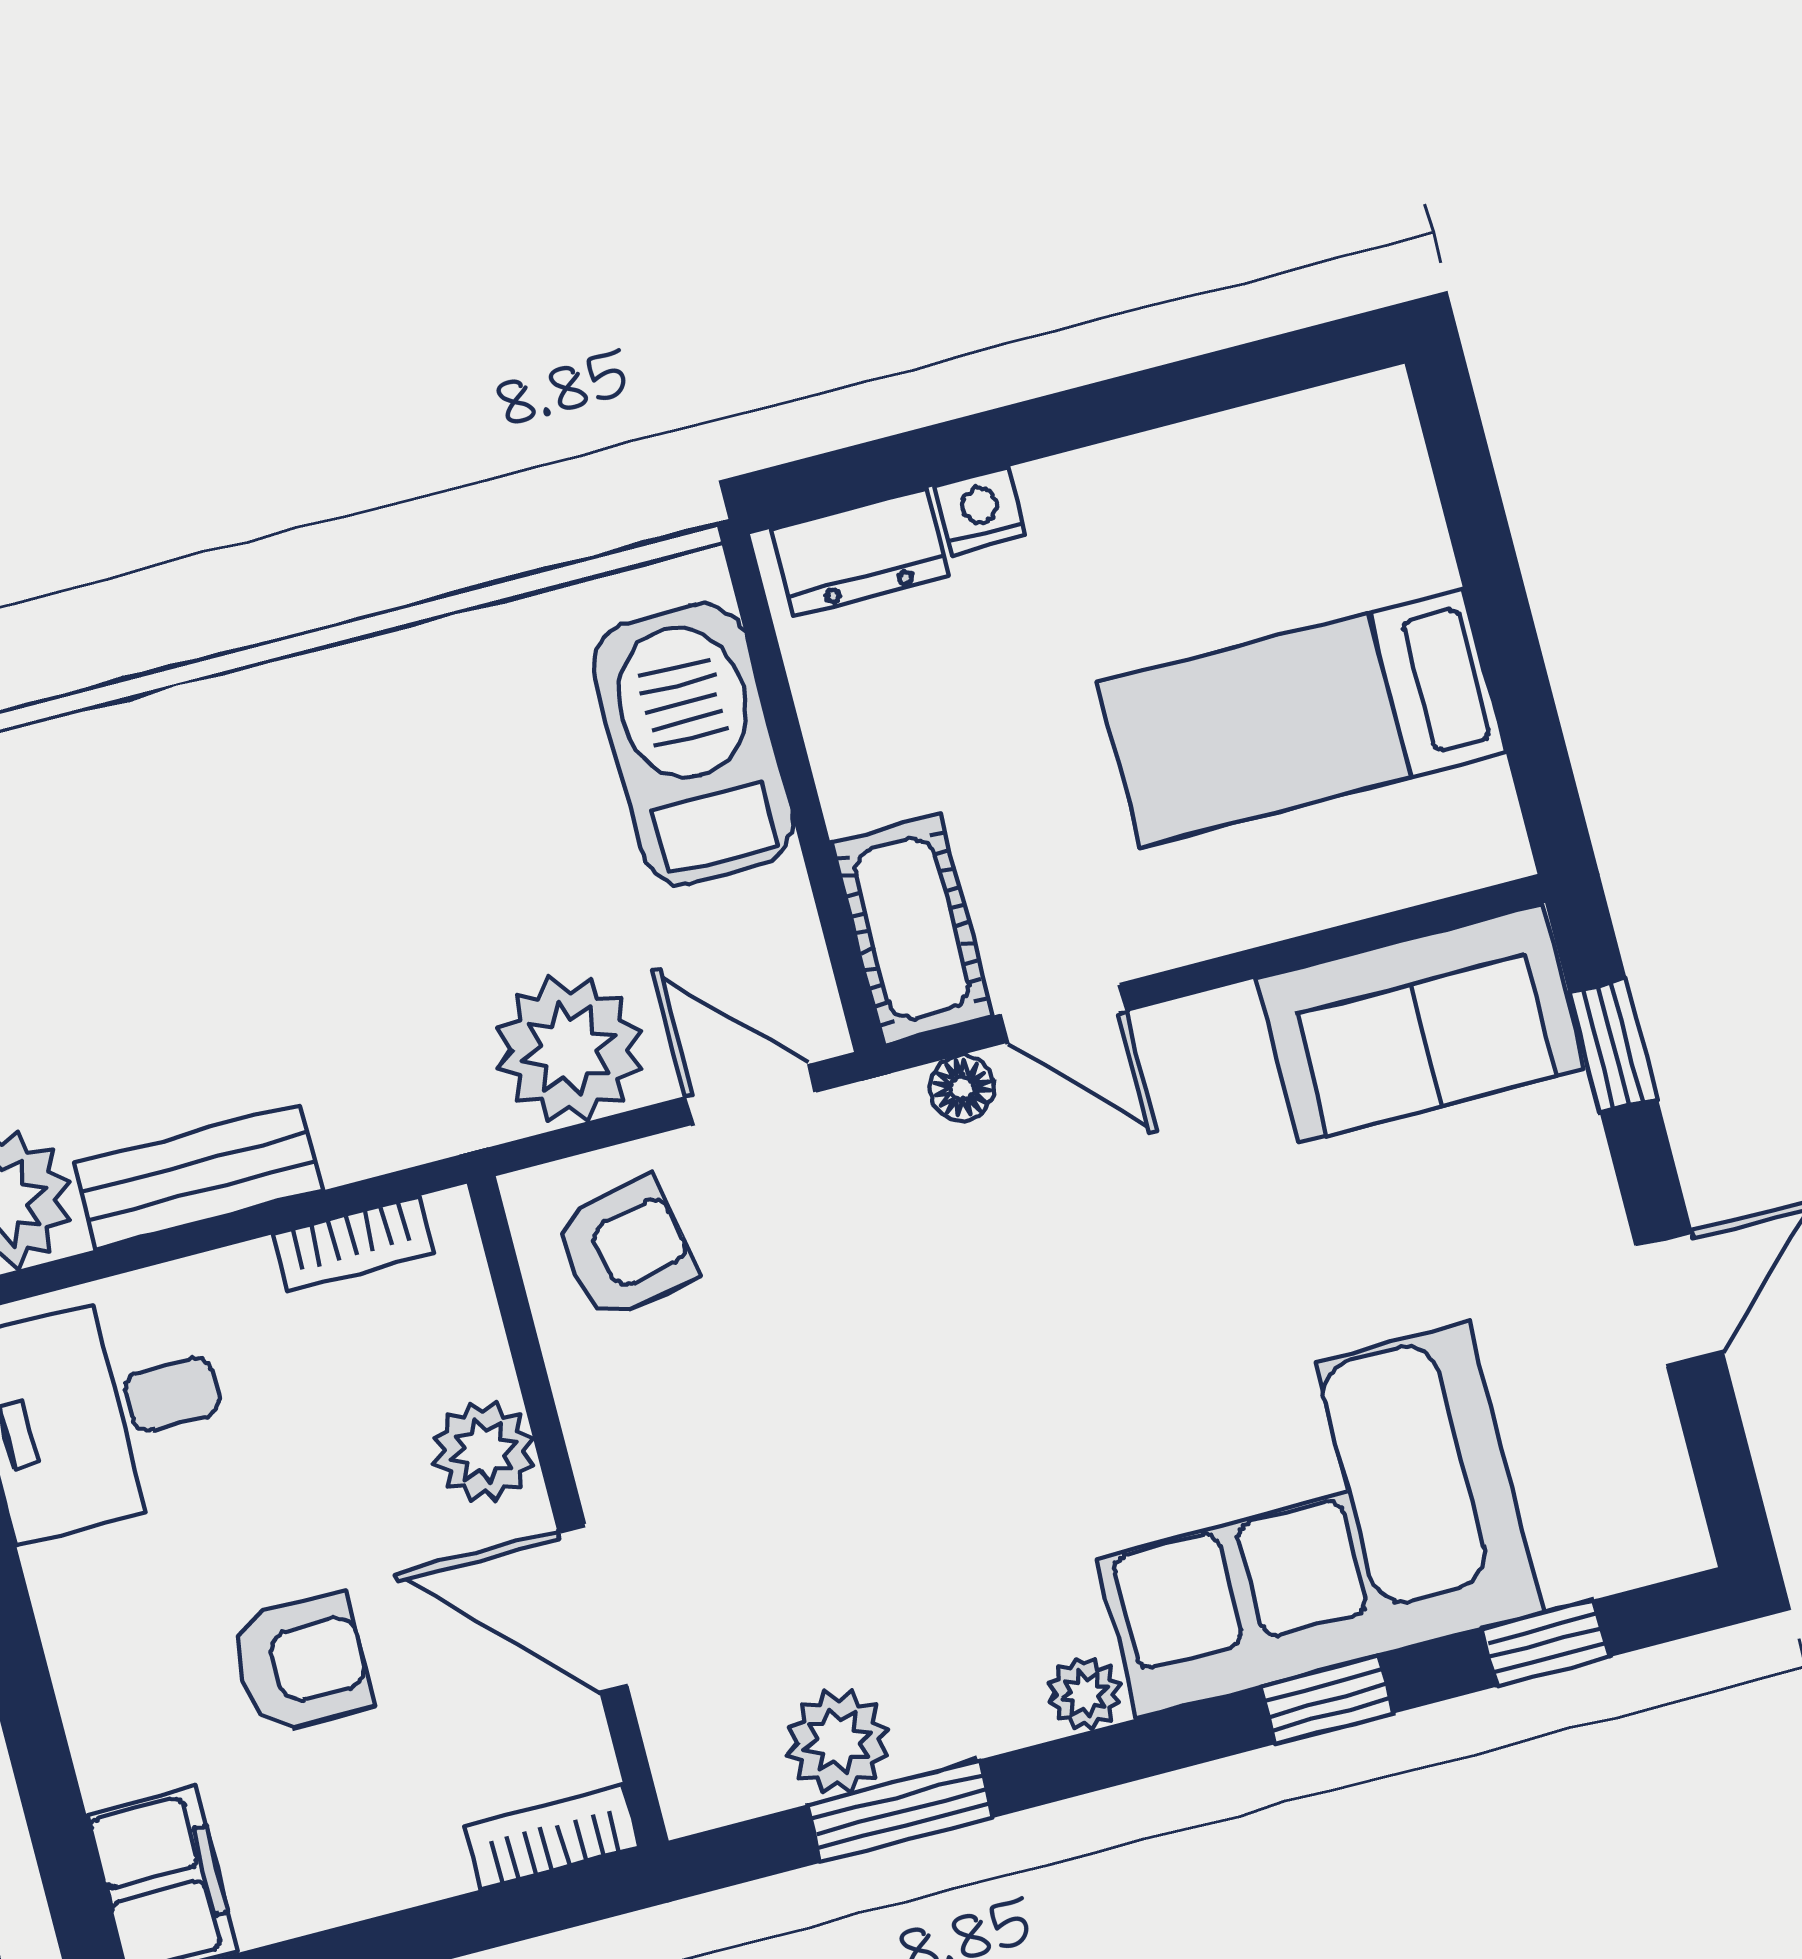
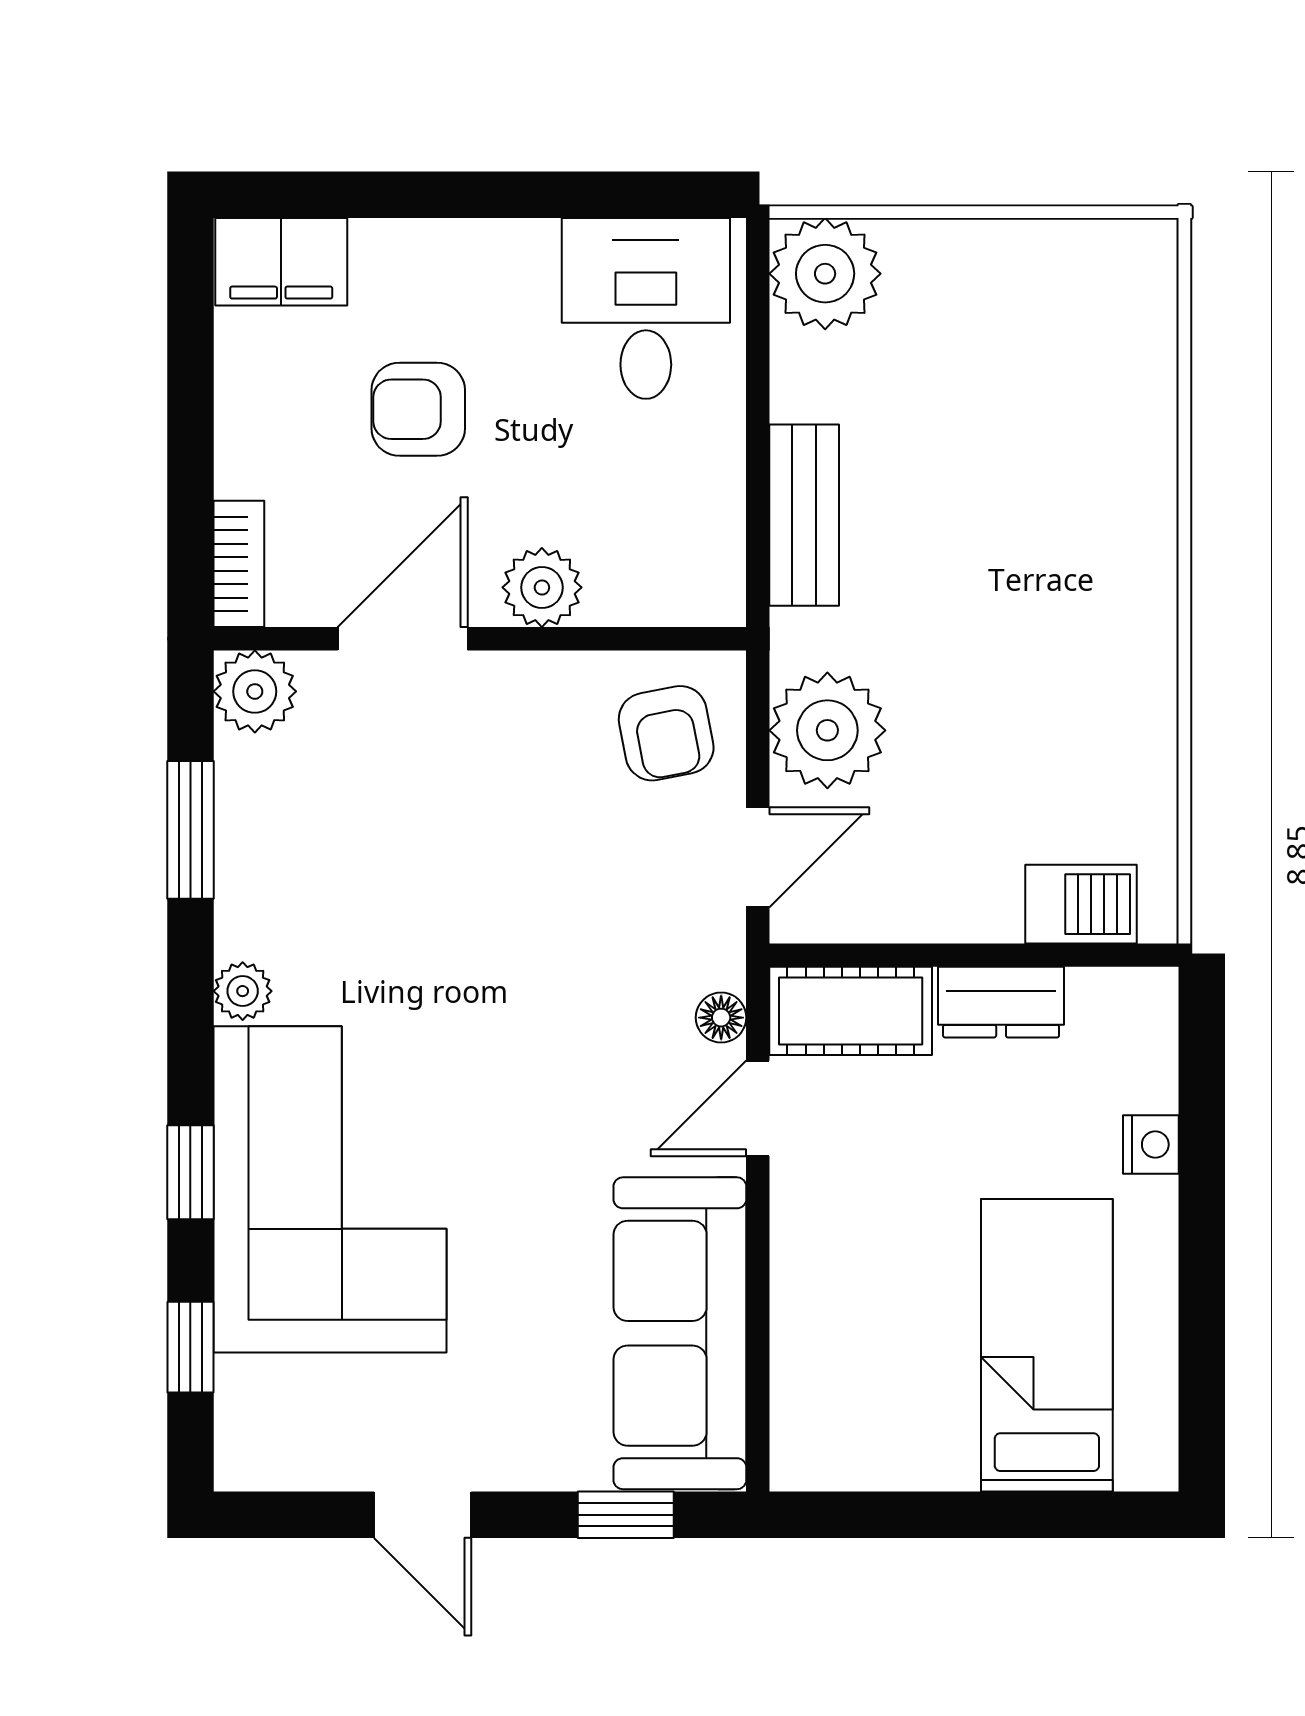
dresser: (861, 552) -> (1001, 1002), moved, turned -90
bed: (1302, 718) -> (1047, 1345), moved
barbecue: (693, 744) -> (1081, 904), width x0.53, depth x0.65
sofa: (1421, 1024) -> (680, 1333), width x1.36
bench: (198, 1177) -> (804, 515), moved
bookcase: (354, 1244) -> (723, 530), removed
armchair: (302, 1664) -> (418, 409), turned 90
plant: (838, 1742) -> (255, 691), moved

